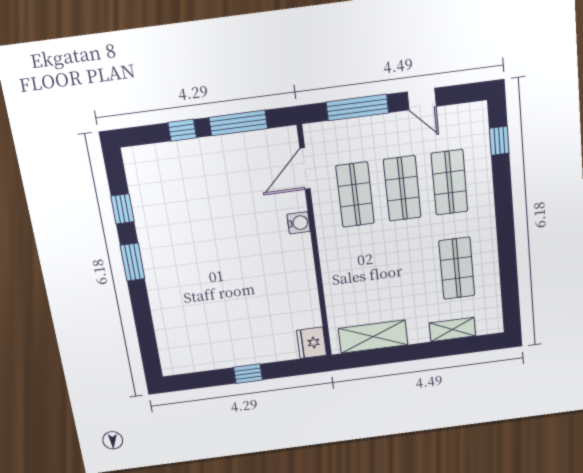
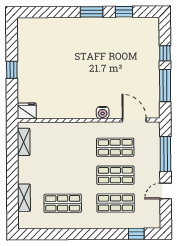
shelving: (373, 337) -> (24, 142), width x0.67, depth x0.75

